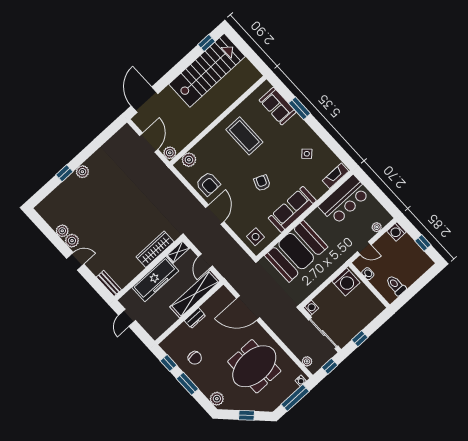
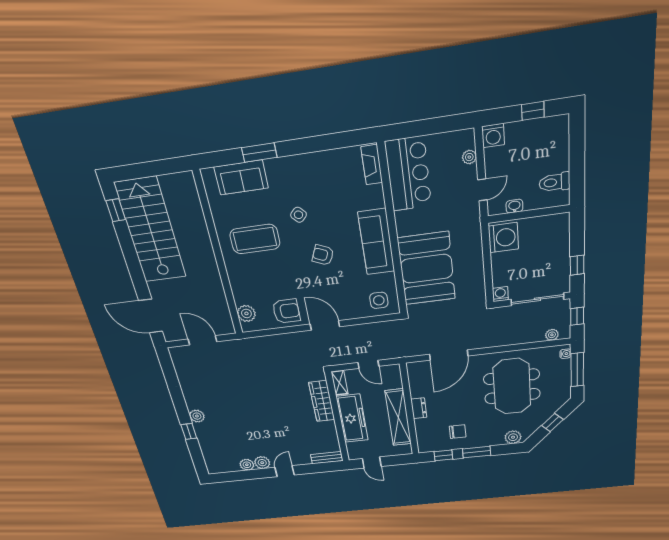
plant: (170, 153) -> (227, 327), removed
side table: (307, 154) -> (298, 215), moved
shelving: (195, 294) -> (398, 418), moved

